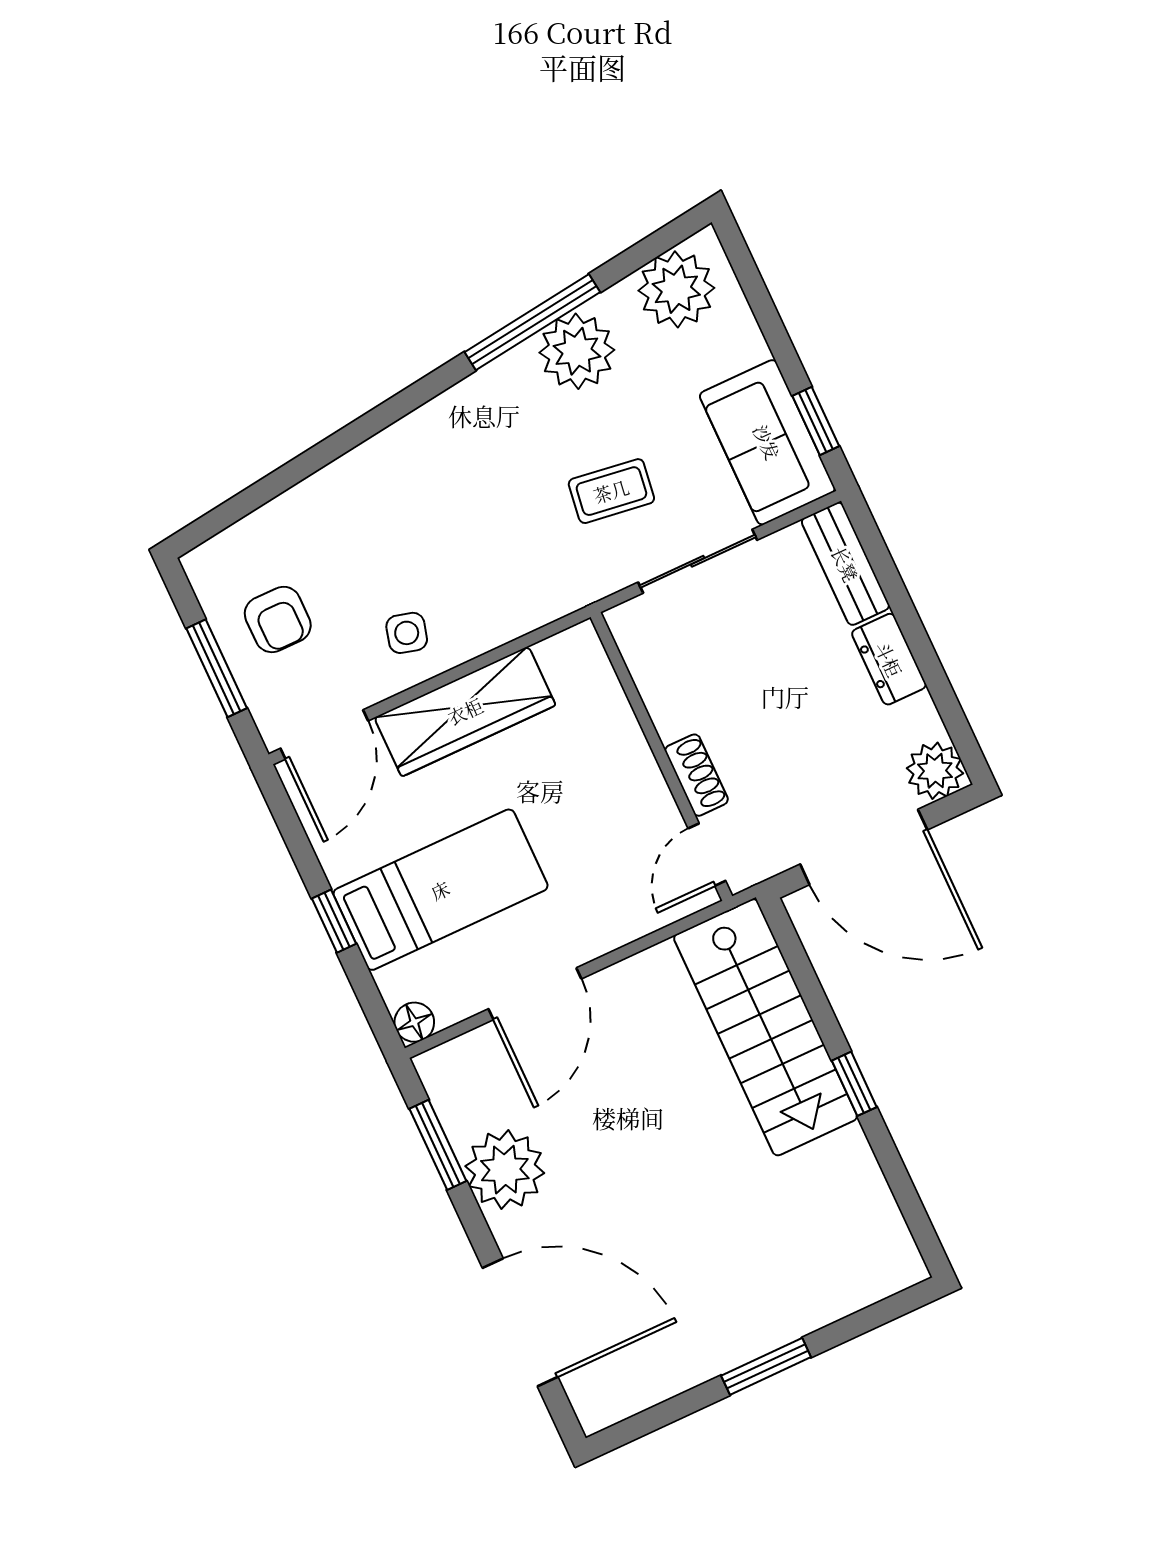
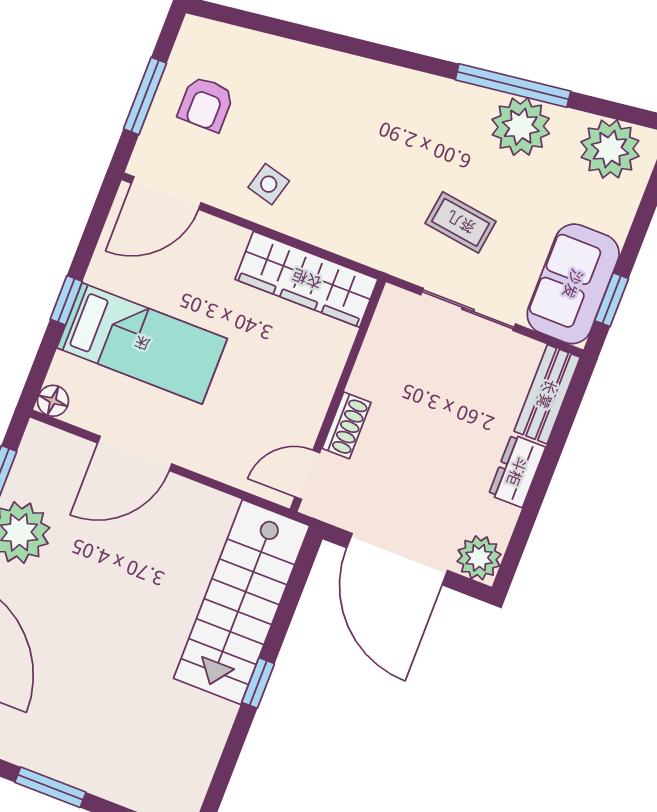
wardrobe: (465, 711) -> (307, 279), moved

